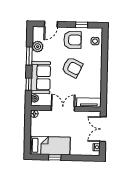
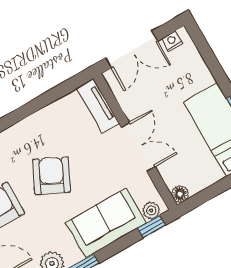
window: (29, 84) -> (151, 227), moved
double door: (63, 109) -> (138, 147), swing flipped

